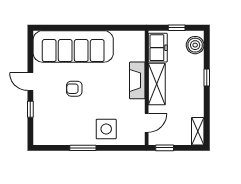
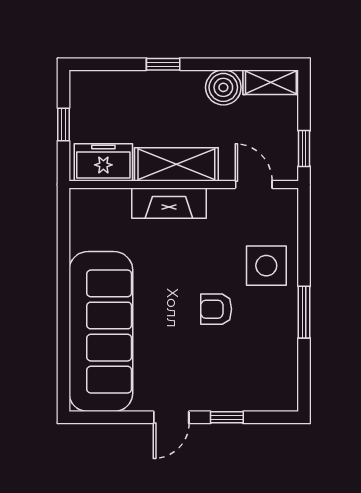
boiler: (195, 45) -> (223, 87), moved
armchair: (74, 89) -> (216, 309), moved, turned 90

